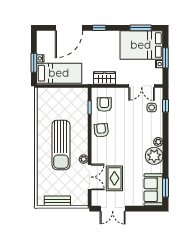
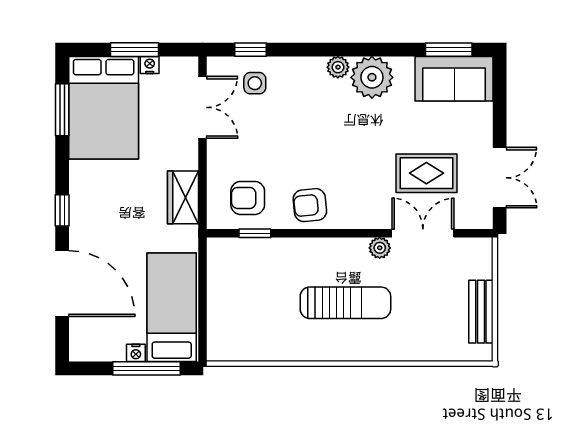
window: (34, 63) -> (146, 368), width x1.44
sun lounger: (61, 145) -> (345, 303), width x0.73, depth x0.75

